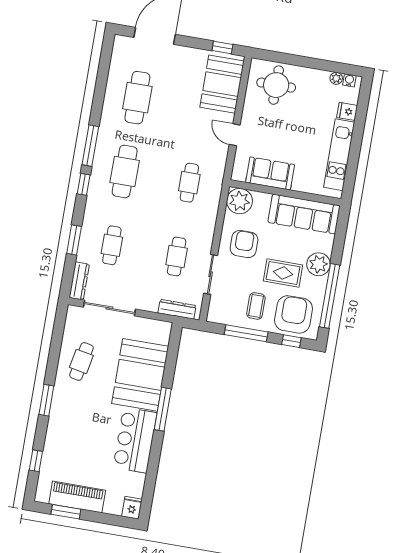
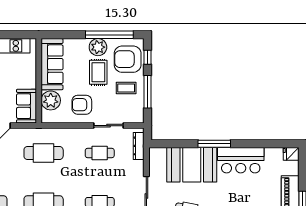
sofa: (270, 173) -> (26, 106), moved
cafe table: (189, 183) -> (44, 153), width x1.37, depth x1.35
plant: (240, 201) -> (51, 100), moved
plant: (318, 264) -> (98, 47), moved

